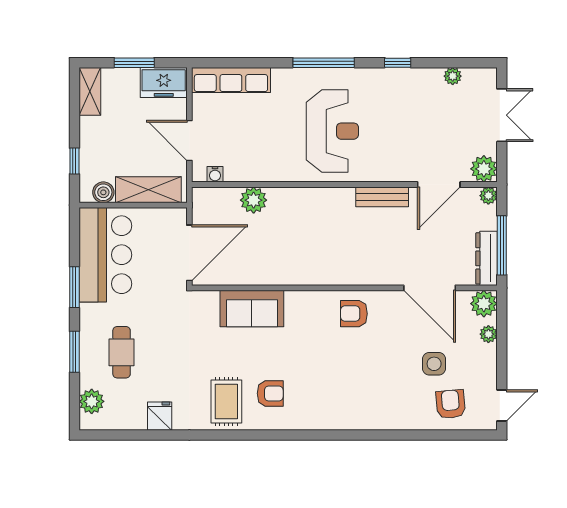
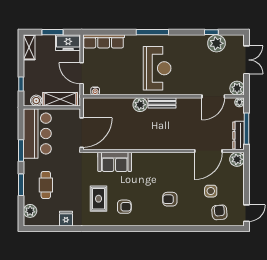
window: (398, 63) -> (211, 32), moved
plant: (453, 76) -> (216, 43), width x1.88, depth x1.88
bench: (382, 197) -> (162, 103), moved
plant: (254, 200) -> (140, 105), moved
door: (430, 288) -> (208, 151), hinge flipped
armchair: (354, 314) -> (170, 199), moved
plant: (488, 334) -> (239, 175), removed
rug: (226, 402) -> (99, 199), moved

